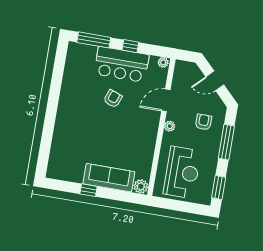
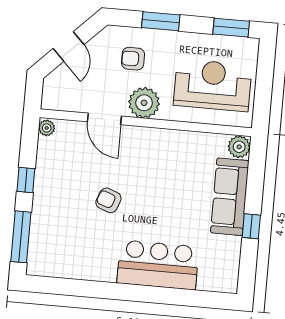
bar counter: (122, 64) -> (158, 265), moved, turned -90
plant: (170, 126) -> (144, 103), width x1.87, depth x1.87
window: (226, 142) -> (161, 21), width x0.69

